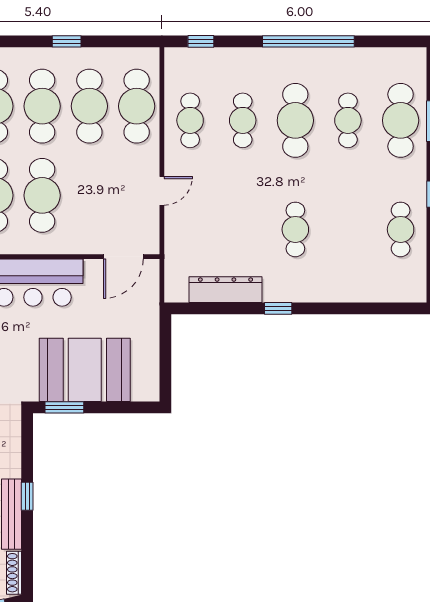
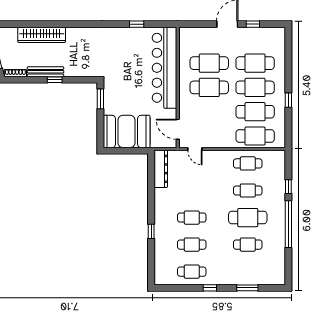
window: (201, 41) -> (288, 187), moved
cafe table: (401, 120) -> (192, 245), moved, width x0.73, depth x0.74
door: (162, 191) -> (195, 149), moved
dresser: (225, 290) -> (161, 169), moved
window: (278, 308) -> (151, 231), moved
booth: (85, 370) -> (127, 131), moved, turned 90

